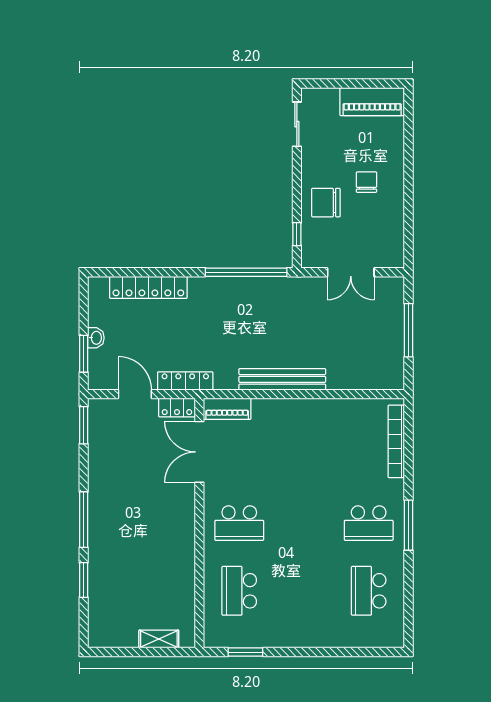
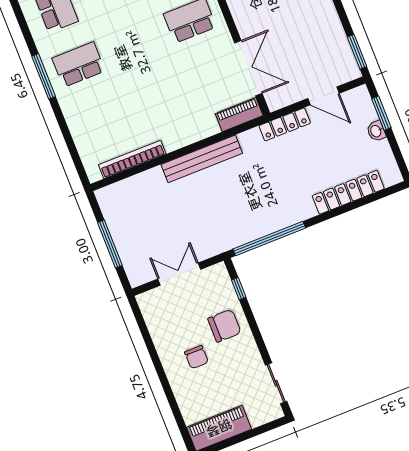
locker: (177, 407) -> (283, 99), removed
bookcase: (396, 441) -> (132, 159), moved, turned -90

